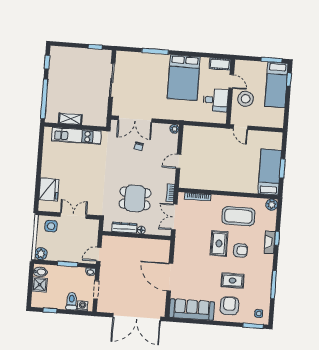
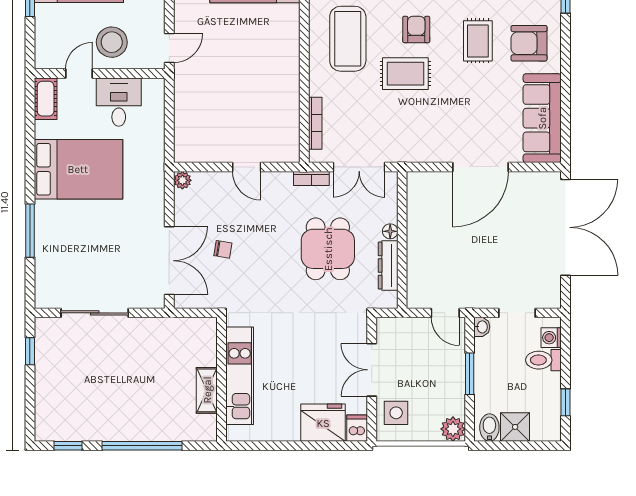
shelving: (70, 119) -> (207, 390), moved
wall: (75, 127) -> (221, 379), moved
kitchen unit: (76, 136) -> (240, 376), moved
dishwasher: (45, 206) -> (357, 428), added

